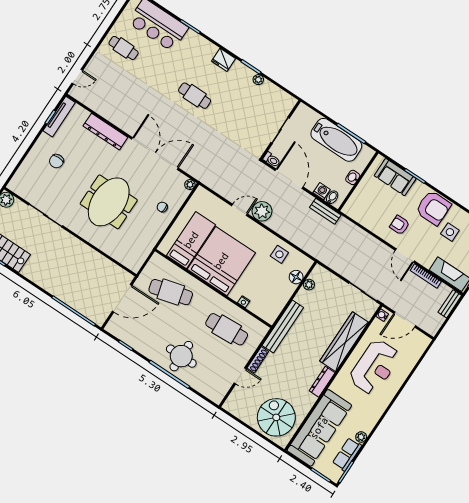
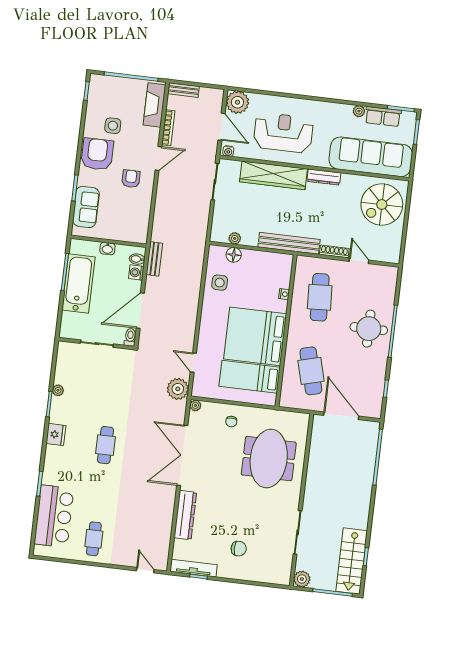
meeting table: (109, 202) -> (269, 459), moved, turned 90
door: (240, 210) -> (193, 363), moved
plant: (262, 211) -> (178, 389), moved
armchair: (400, 225) -> (131, 179), turned 180
plant: (418, 342) -> (237, 102), added

